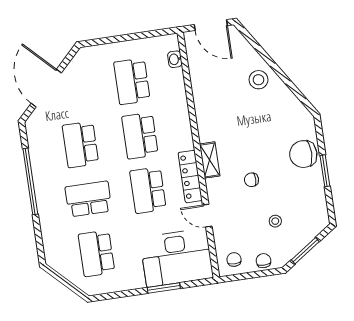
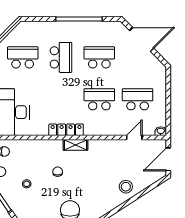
washbasin: (175, 59) -> (161, 131), moved
school desk: (148, 190) -> (61, 99), removed
door: (207, 216) -> (134, 138), moved

